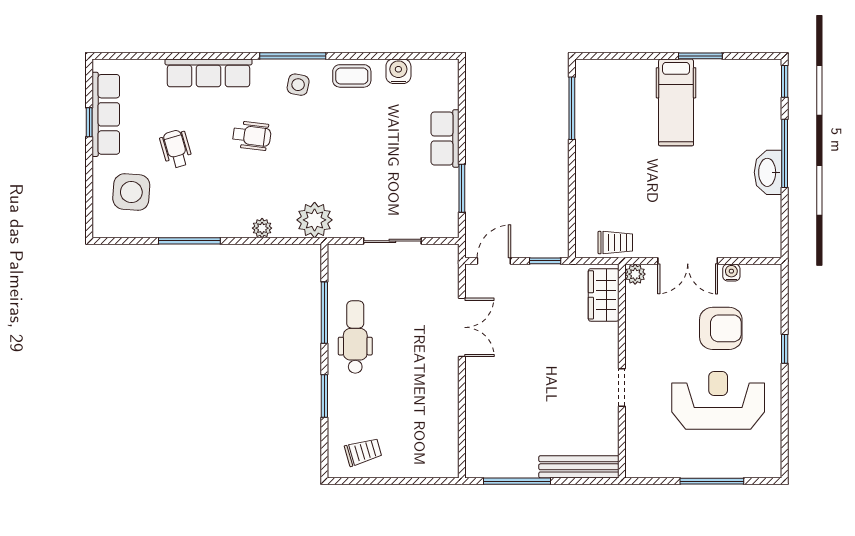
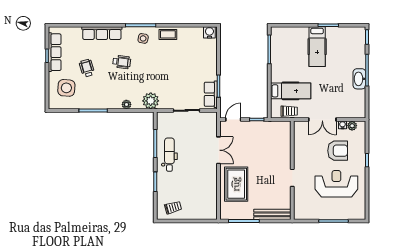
water cooler: (398, 71) -> (209, 32), moved
row of seats: (445, 138) -> (211, 94), moved
hospital bed: (618, 198) -> (291, 91), added
plant: (635, 274) -> (352, 126), moved
wardrobe: (604, 295) -> (284, 135), removed
rug: (500, 401) -> (236, 184), added

